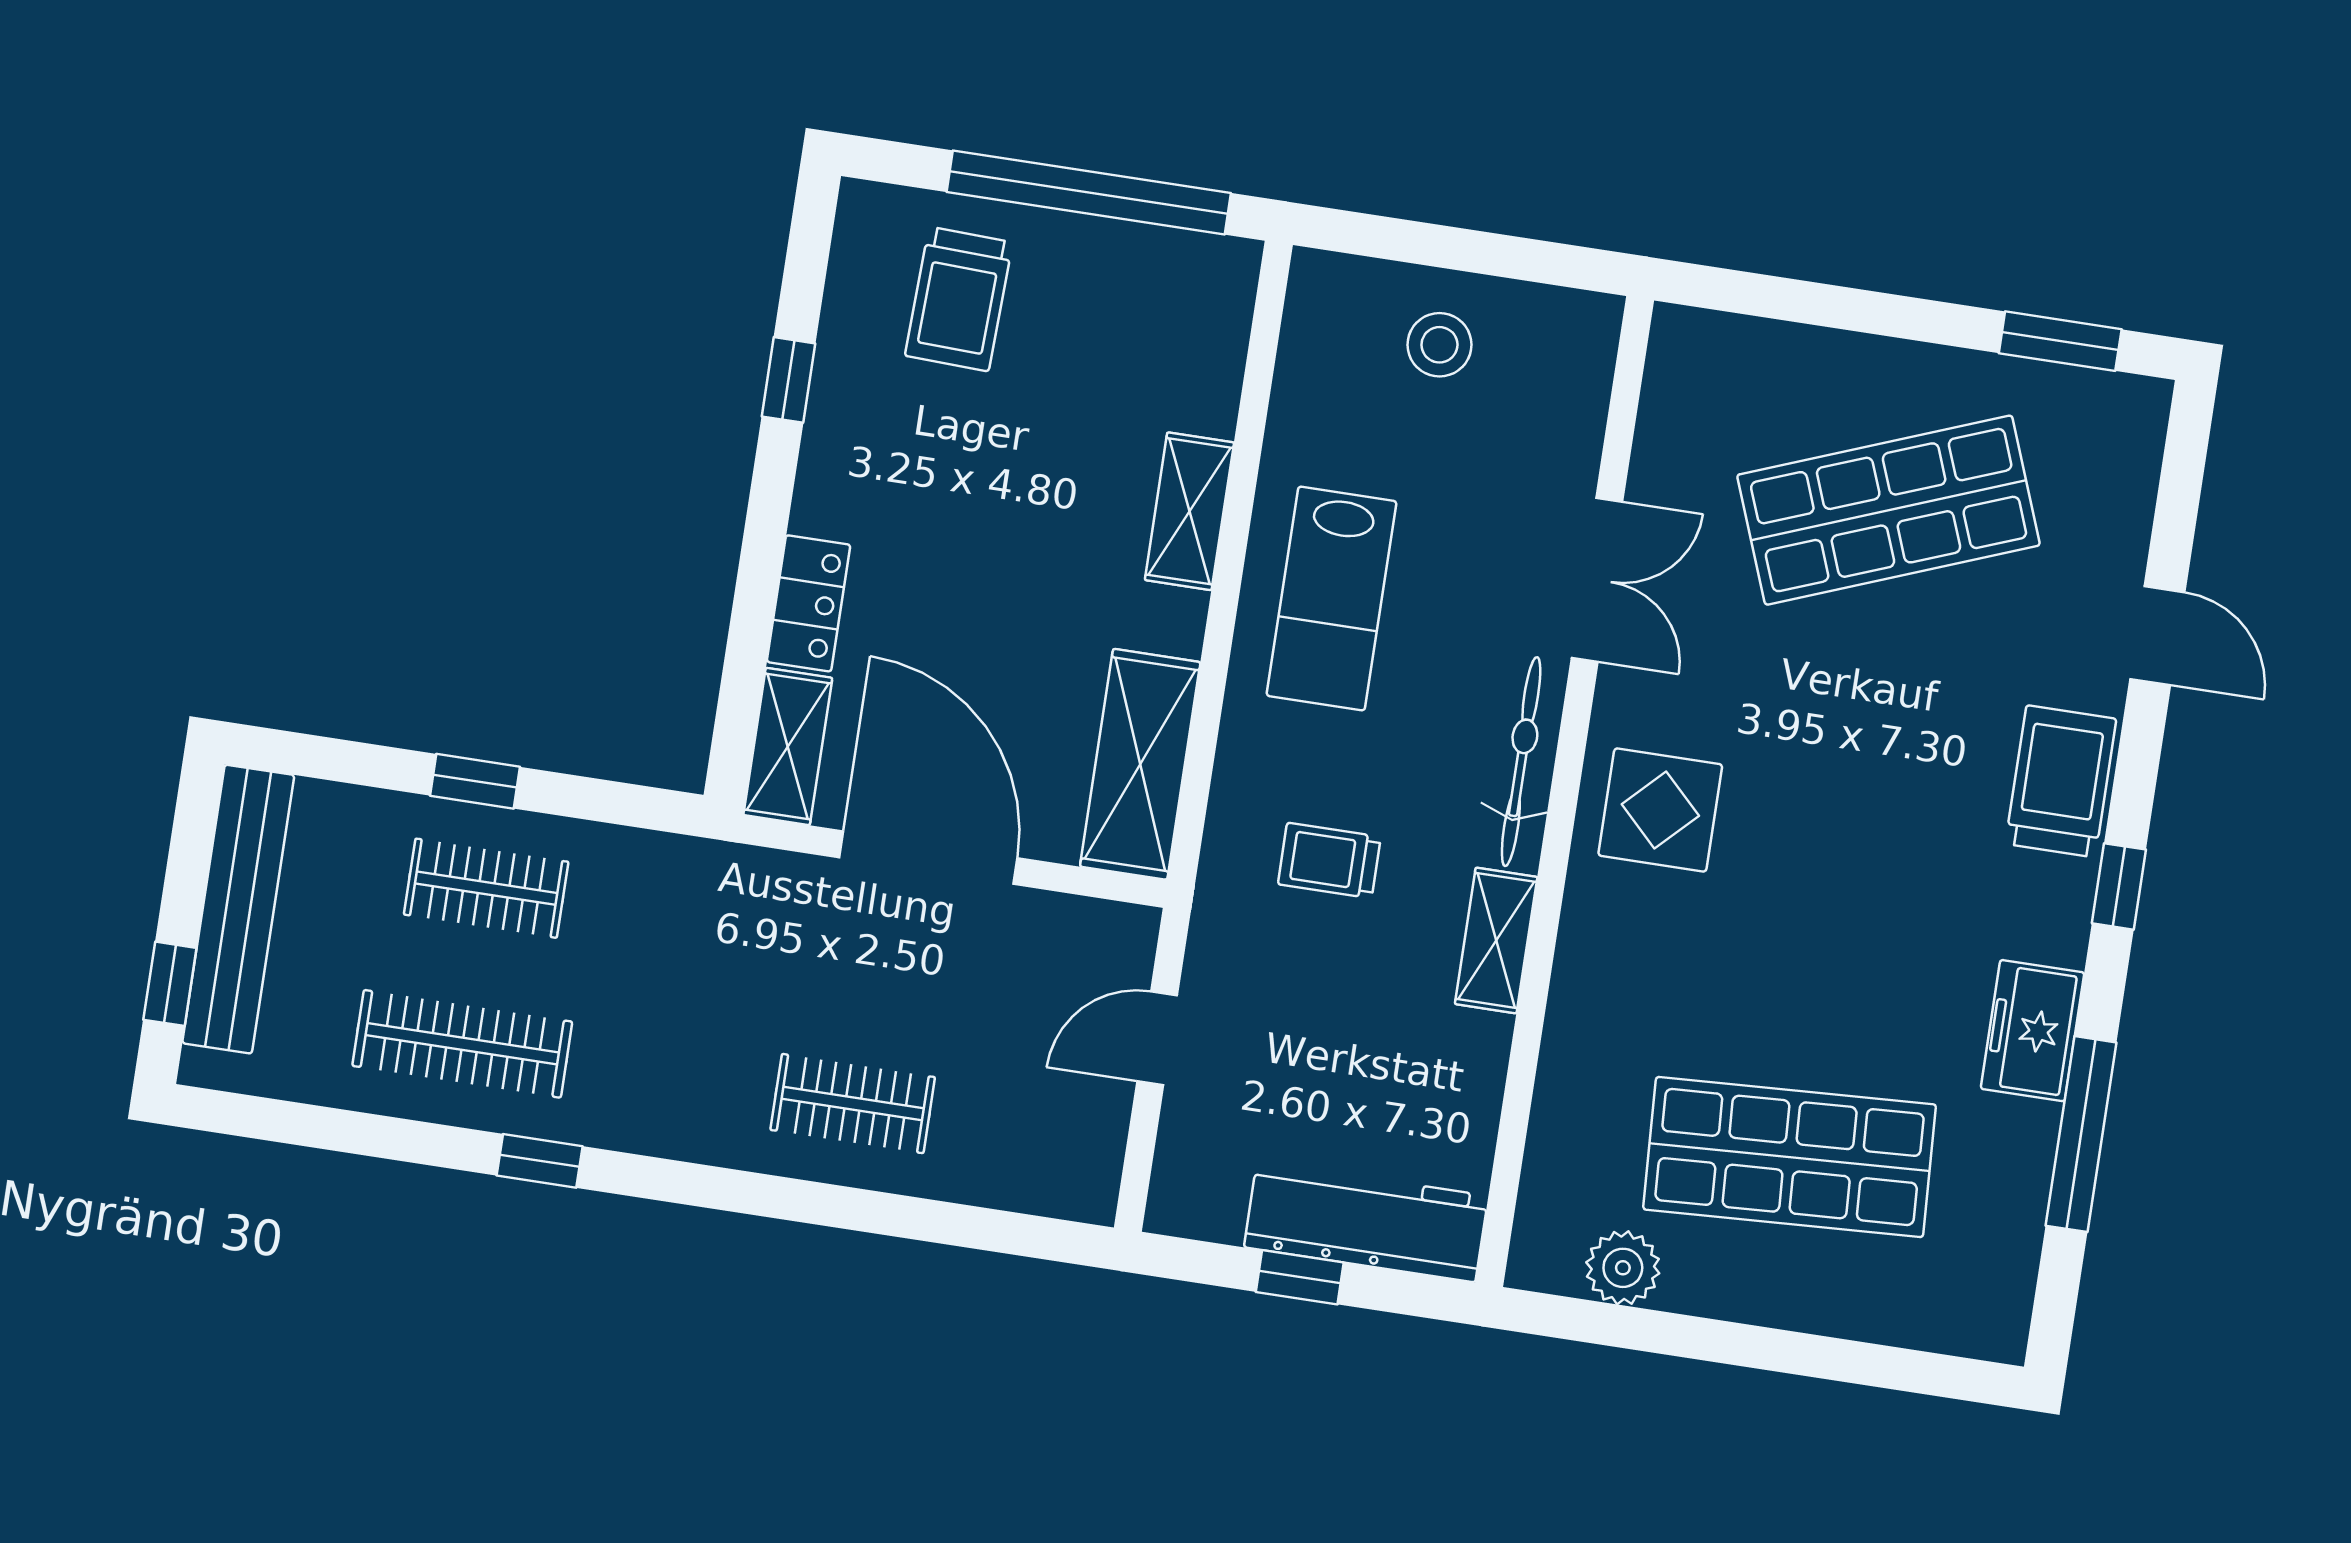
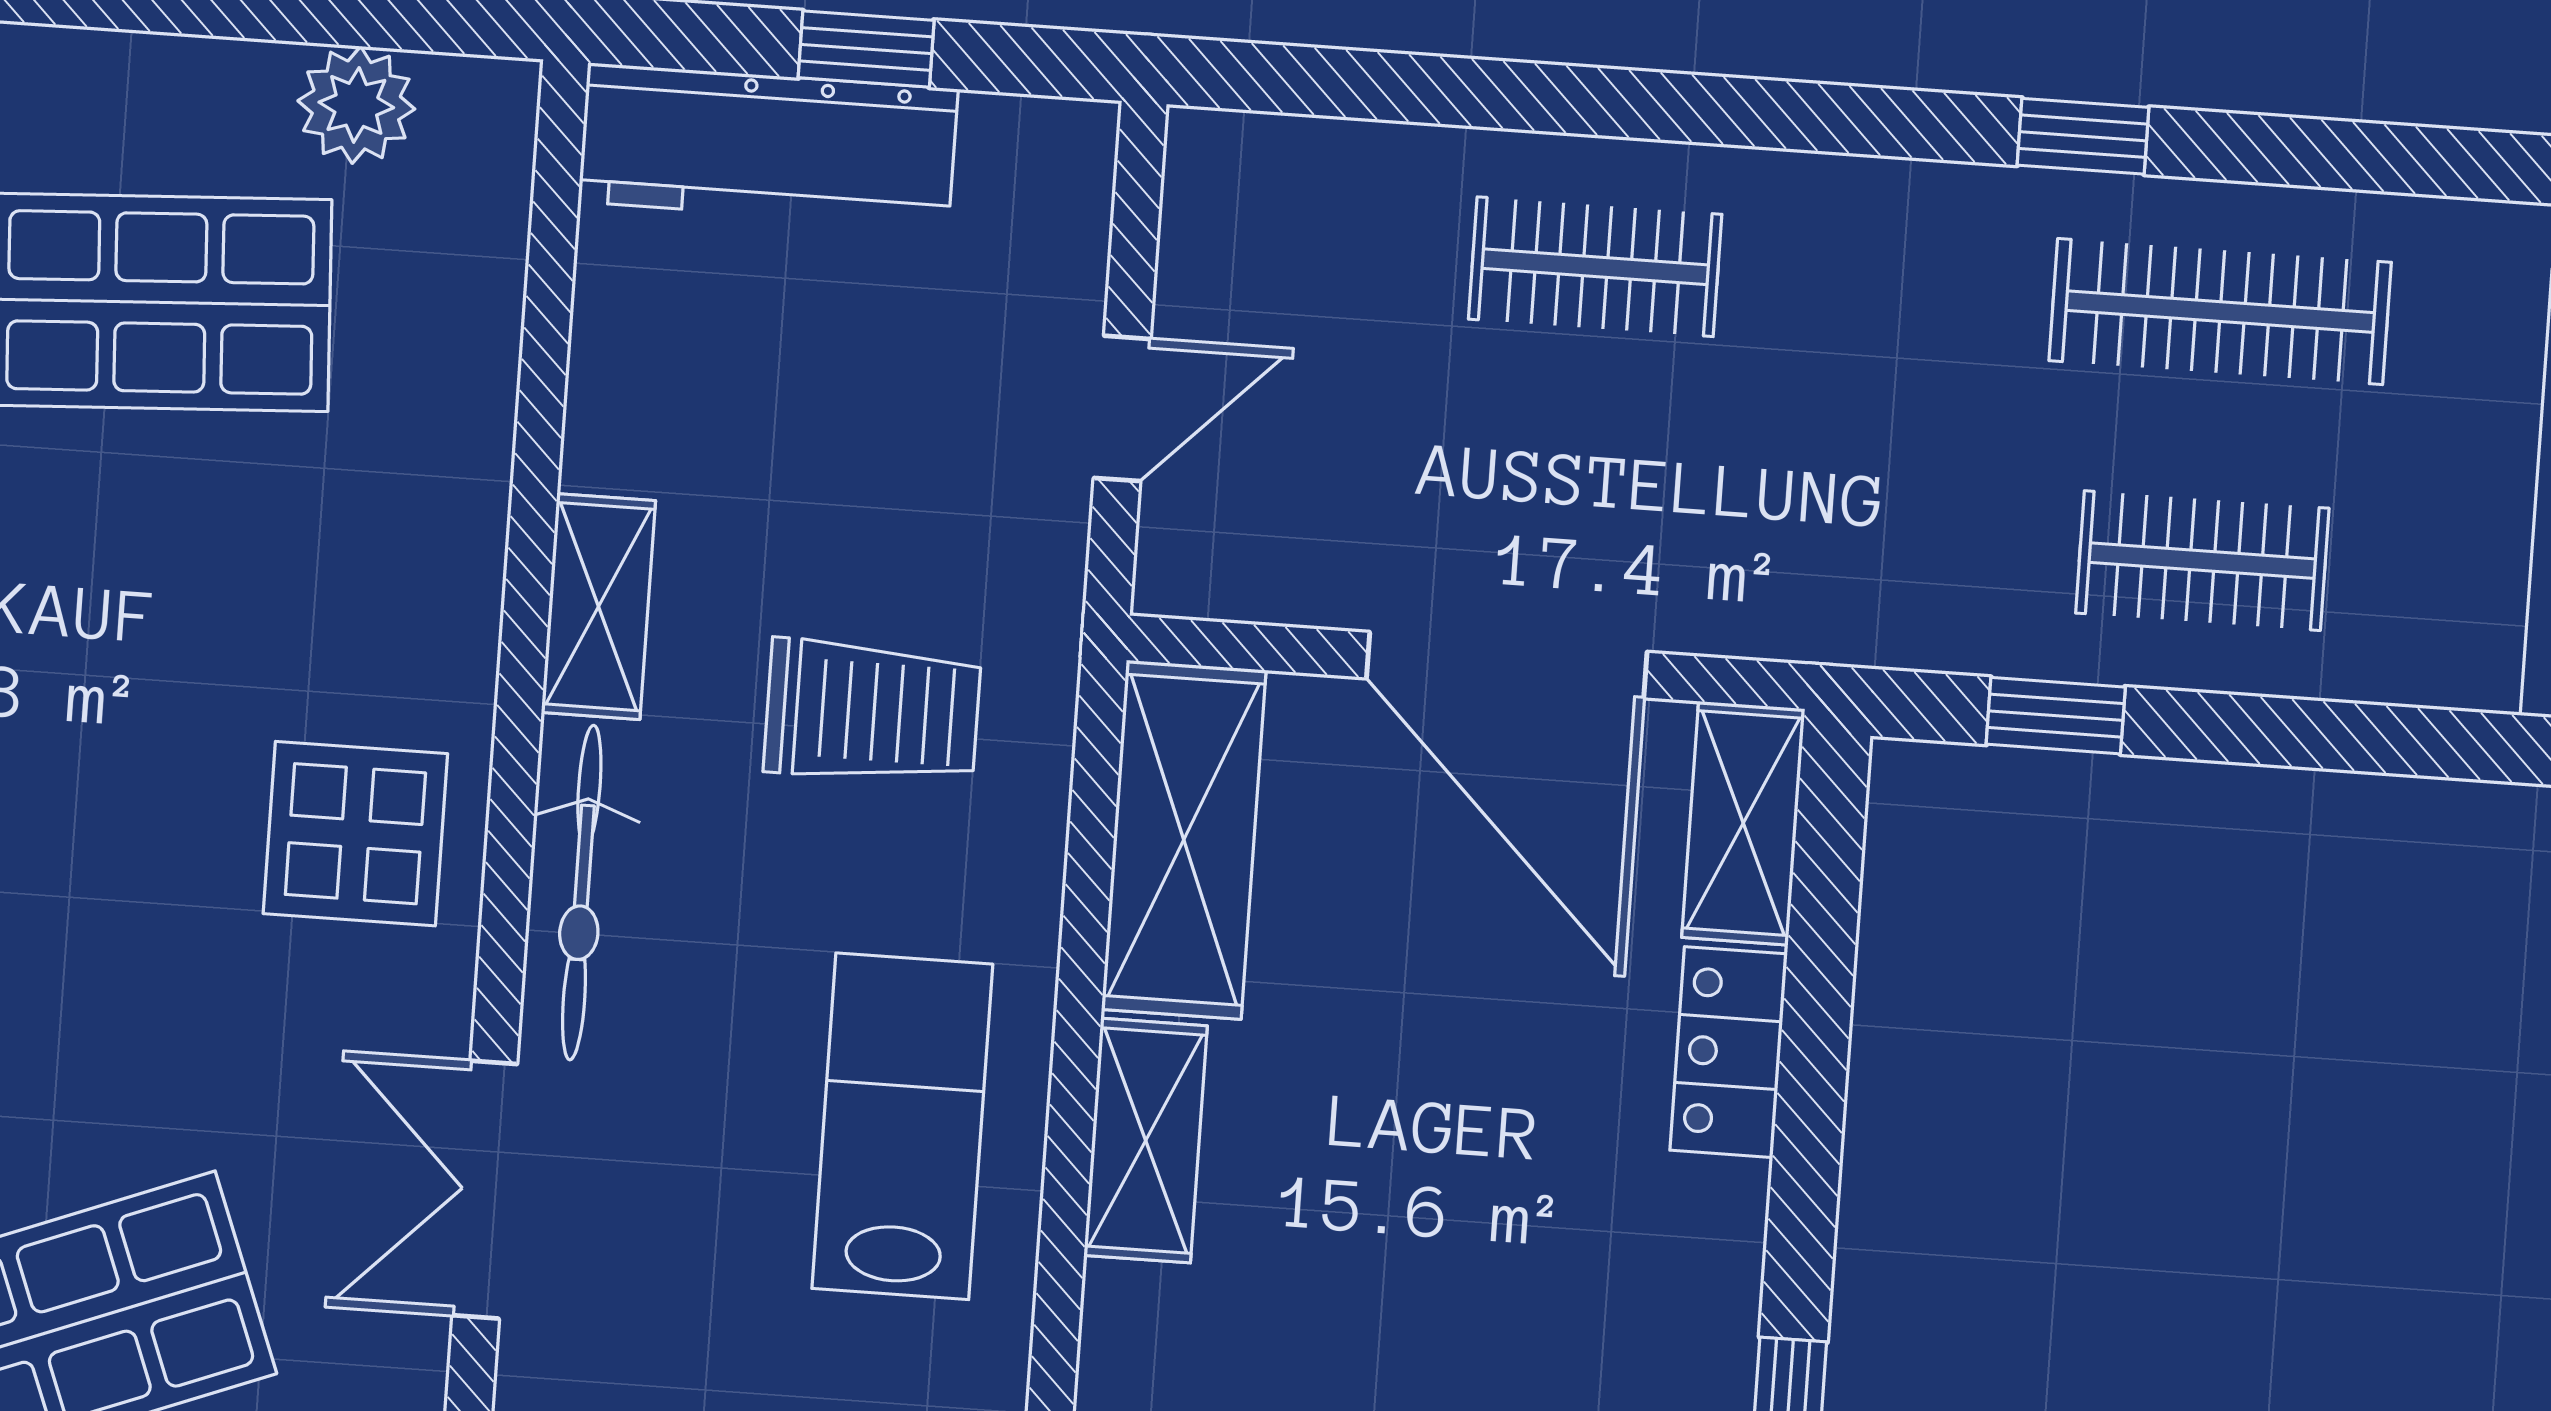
shelving: (1189, 511) -> (1146, 1141), moved
window: (475, 781) -> (2056, 716), moved
trolley: (1329, 861) -> (872, 712), width x1.36, depth x1.39

